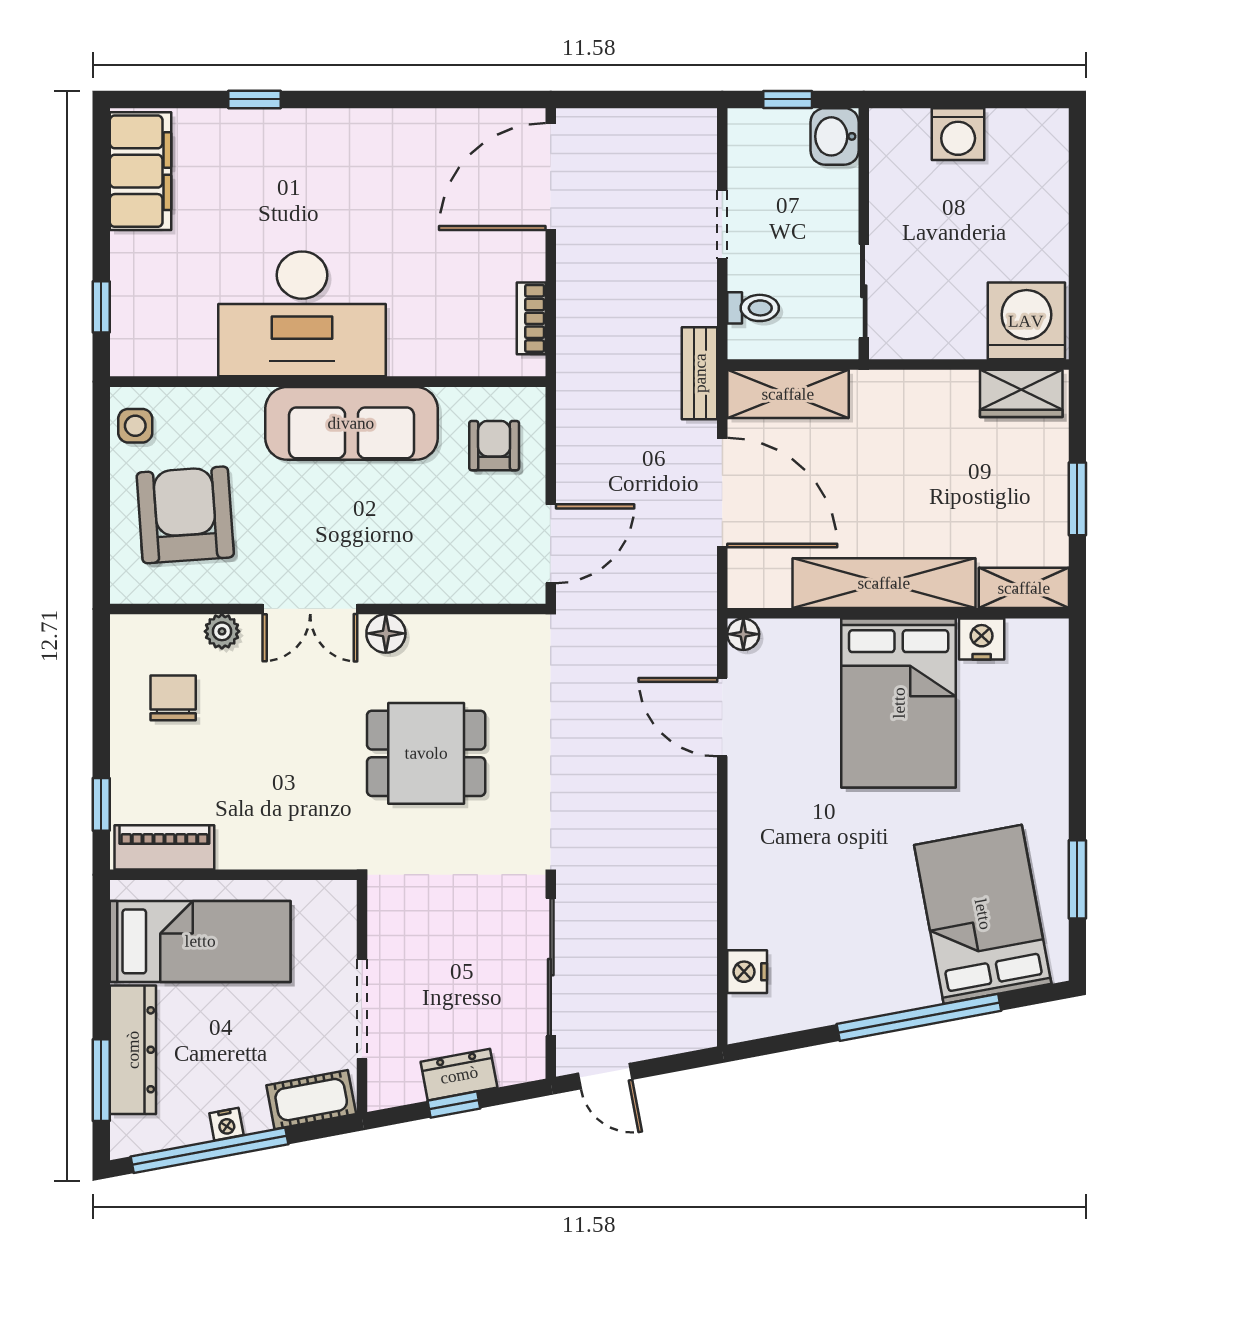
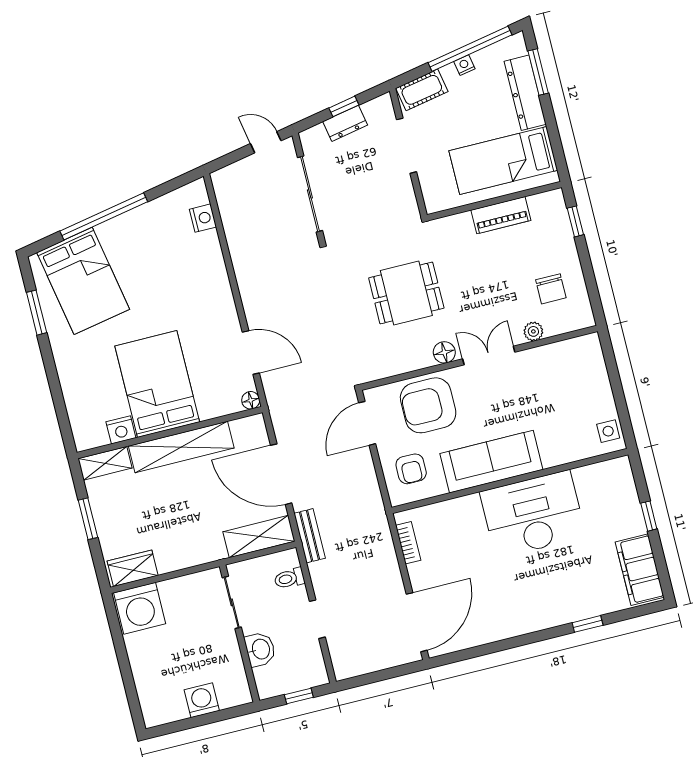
washbasin: (835, 136) -> (260, 649), moved
window: (101, 307) -> (649, 516), moved
armchair: (185, 515) -> (428, 405), moved, turned 94
piano: (164, 847) -> (501, 215), moved

